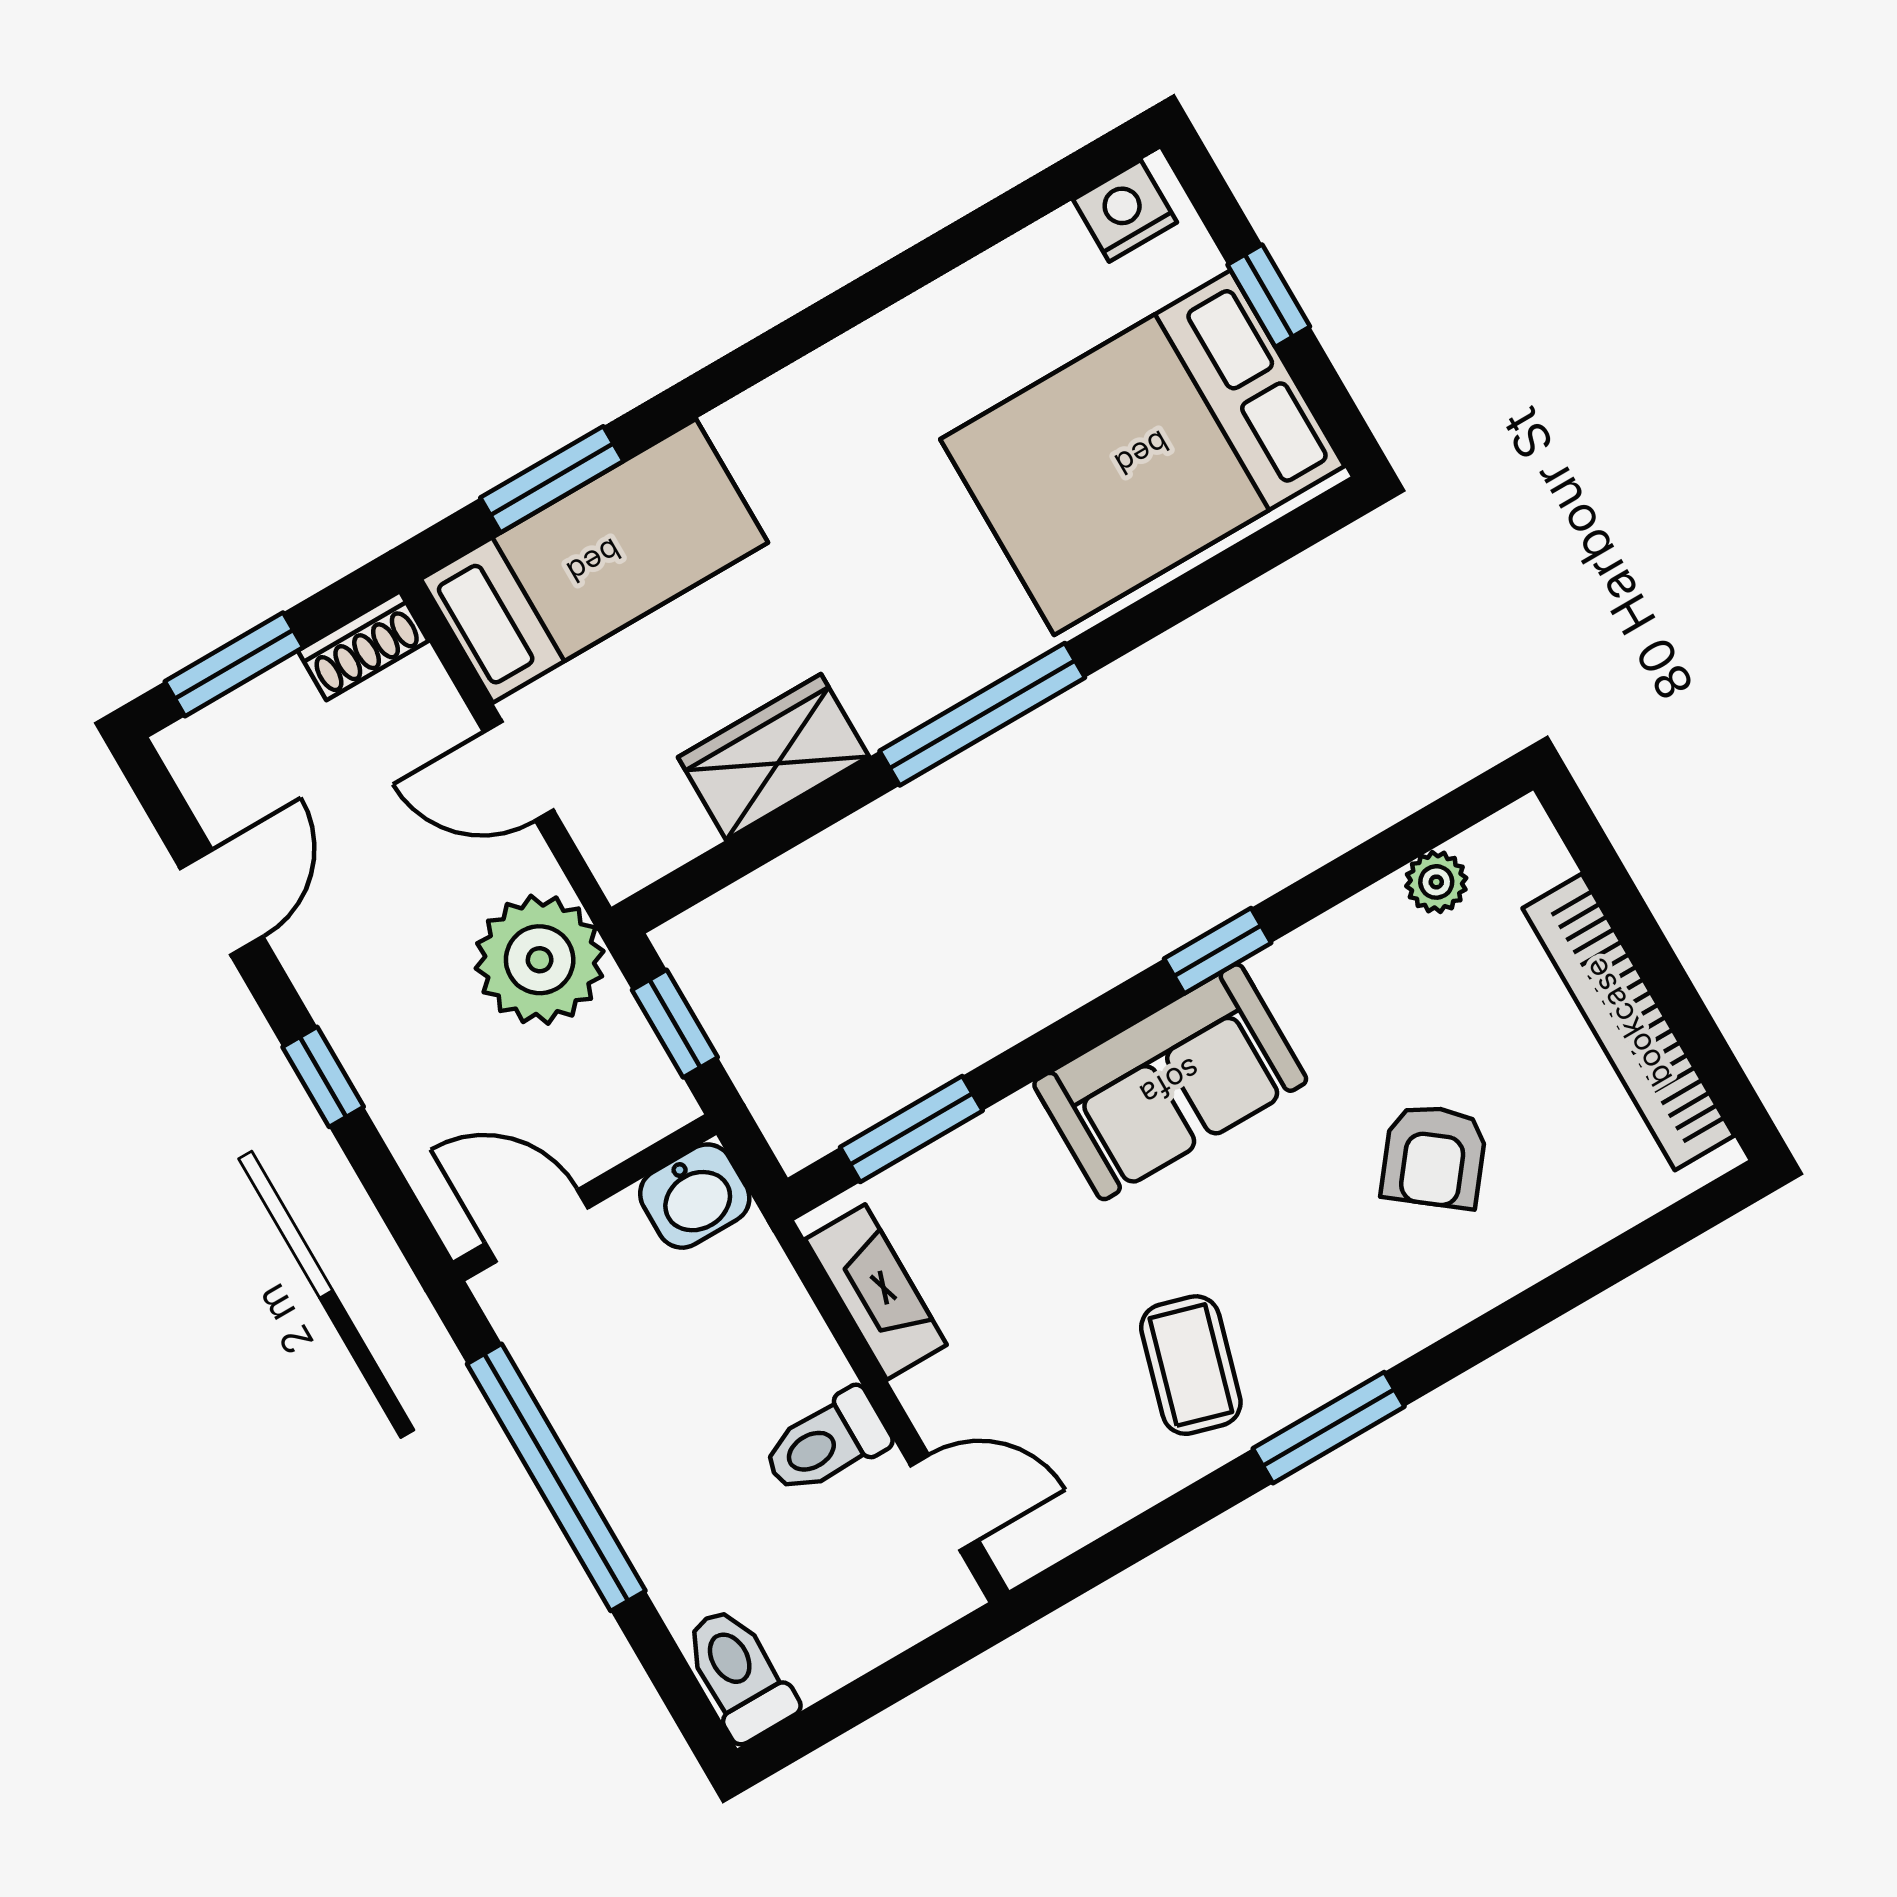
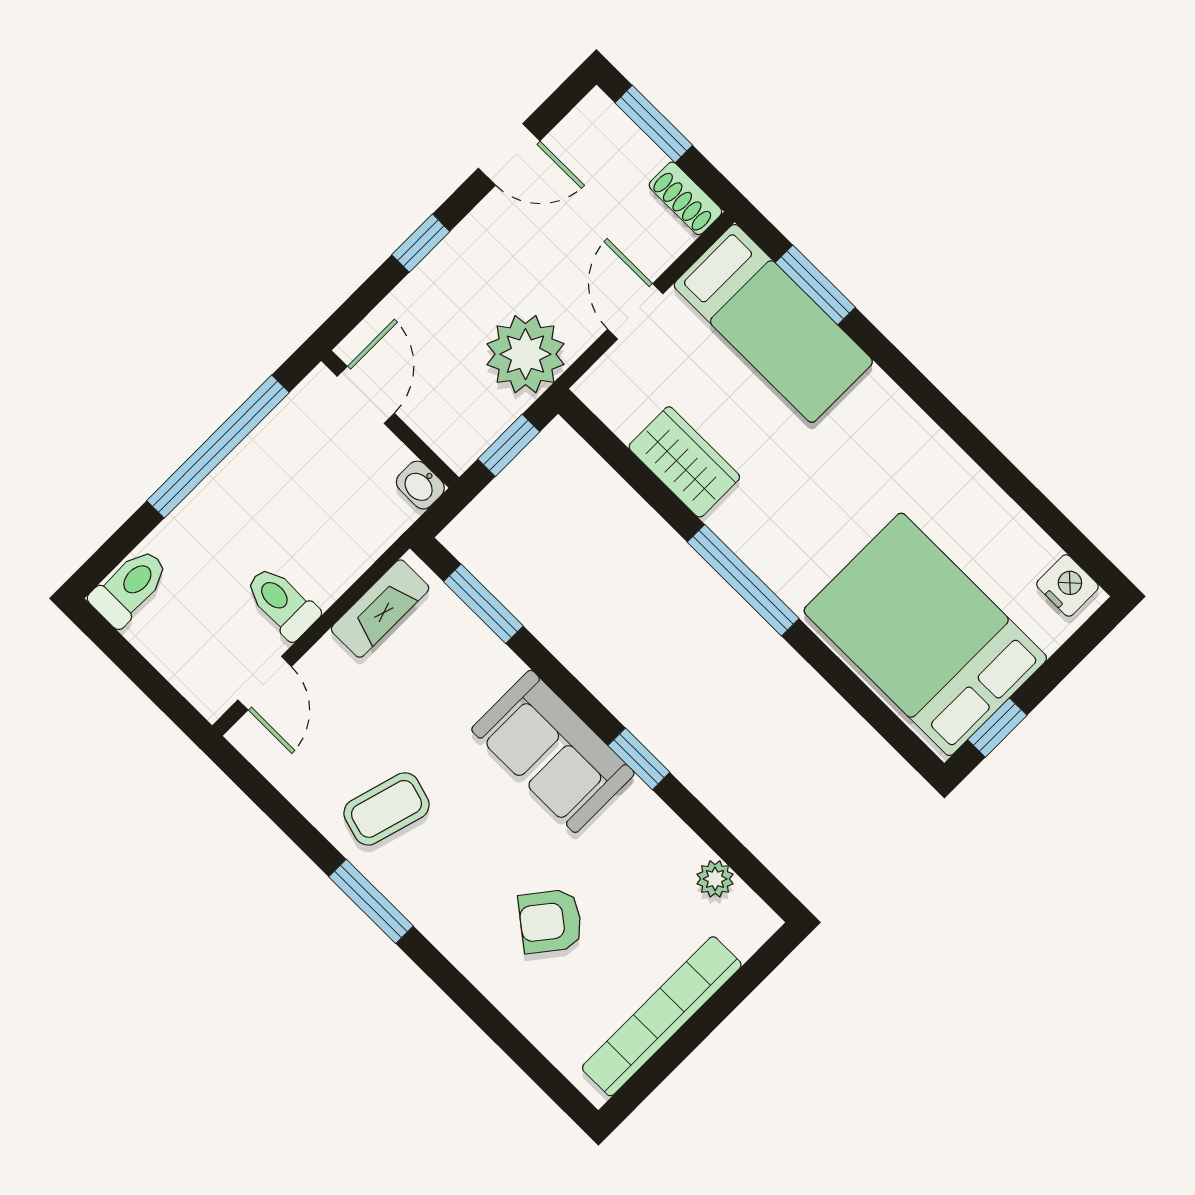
window: (1269, 296) -> (997, 728), moved
washbasin: (695, 1196) -> (420, 485), width x0.72, depth x0.69

